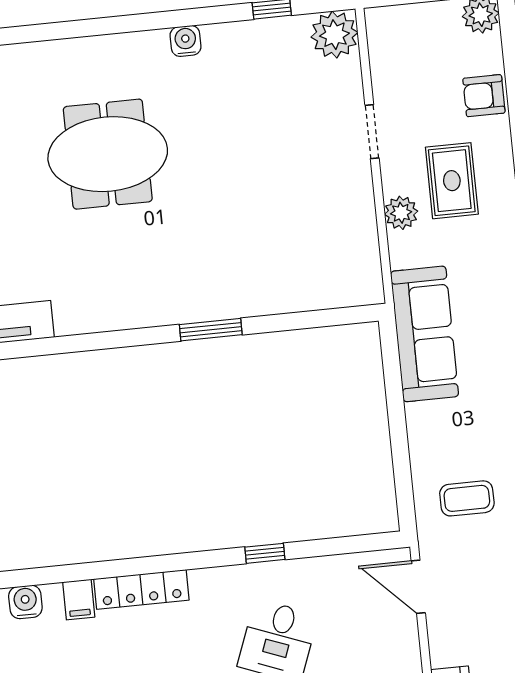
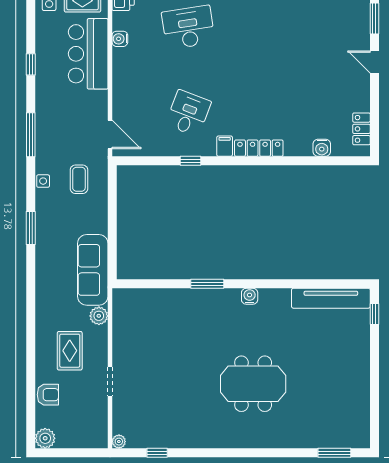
plant: (334, 35) -> (119, 442), width x0.53, depth x0.53
water cooler: (186, 41) -> (250, 296), moved, turned 180
plant: (401, 213) -> (99, 316), moved
coffee table: (467, 498) -> (79, 179), turned 90
filing cabinet: (79, 600) -> (225, 146), moved

